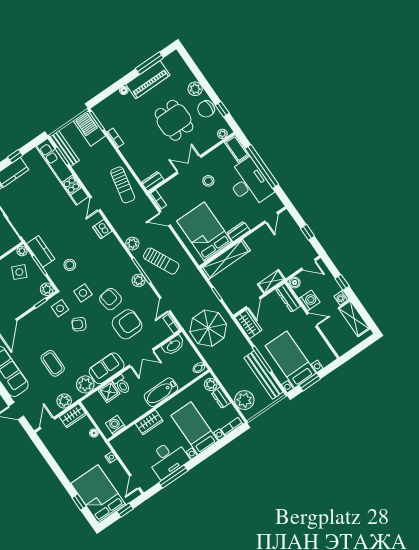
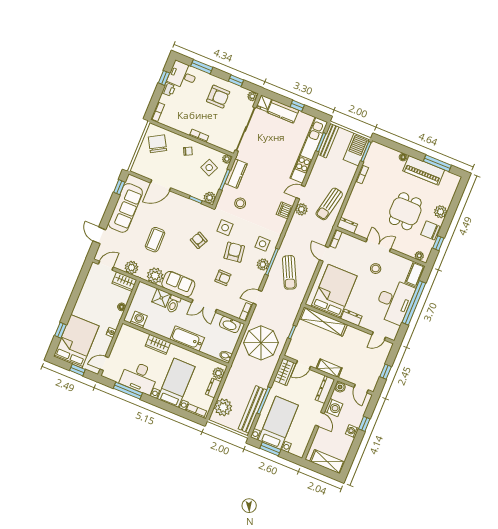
plant: (132, 244) -> (301, 209), moved
side table: (60, 308) -> (263, 244), moved
shelving: (354, 318) -> (327, 462), moved, turned 90
armchair: (127, 324) -> (223, 278), width x0.53, depth x0.53

